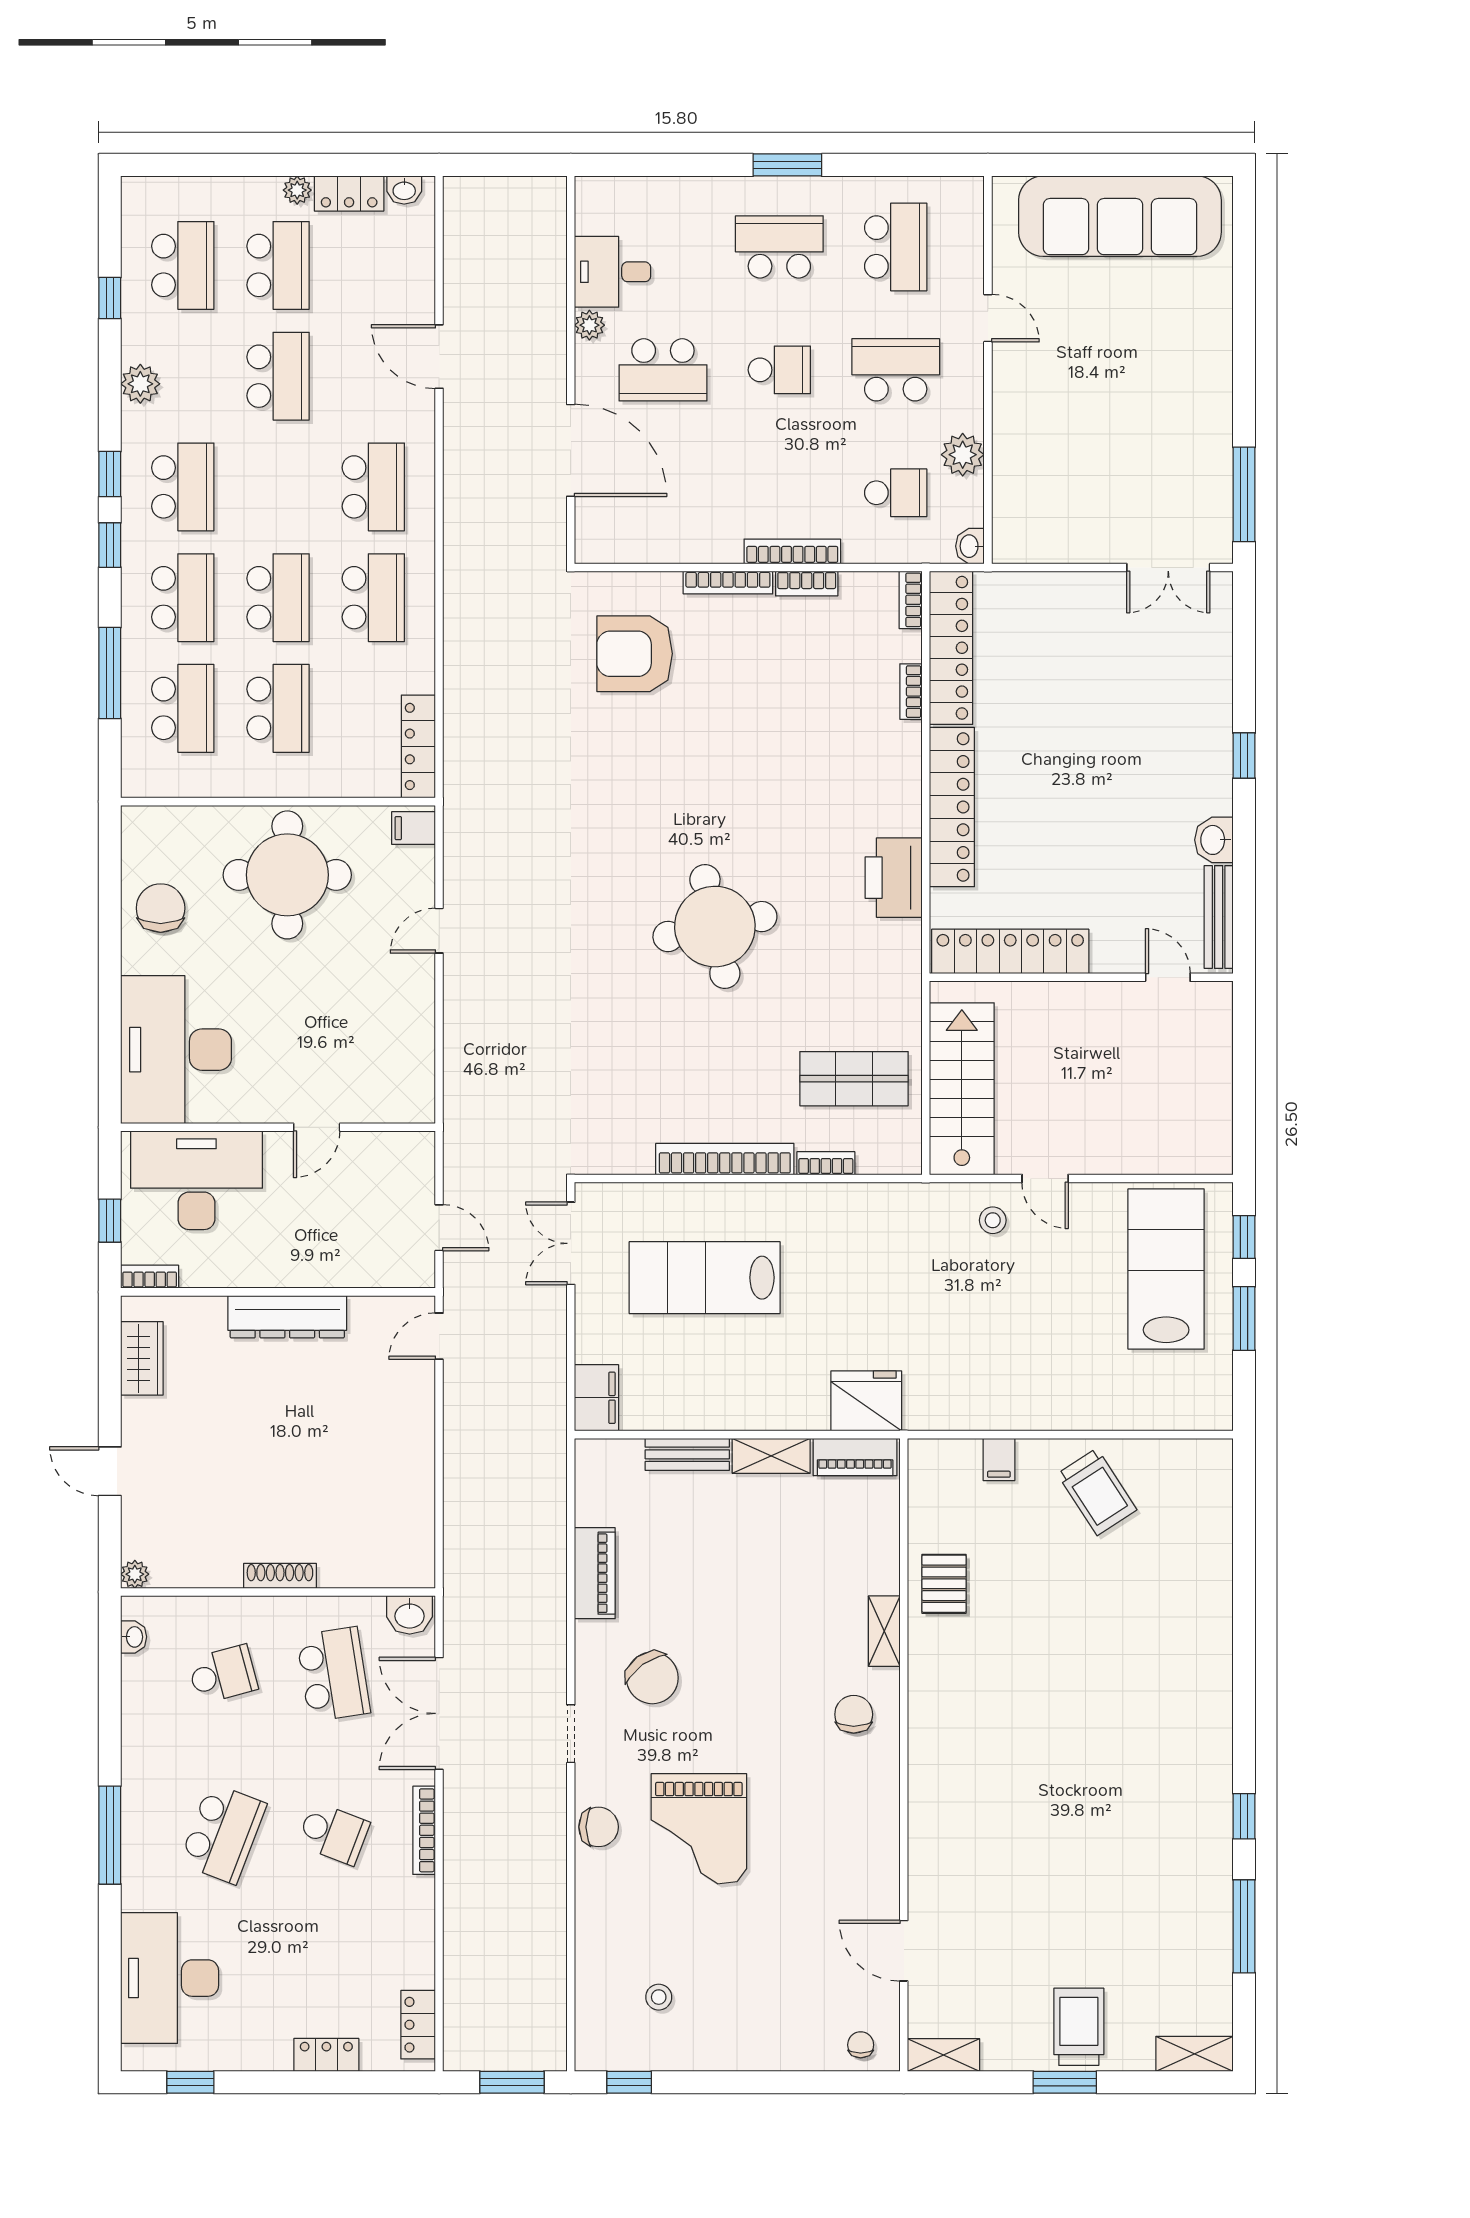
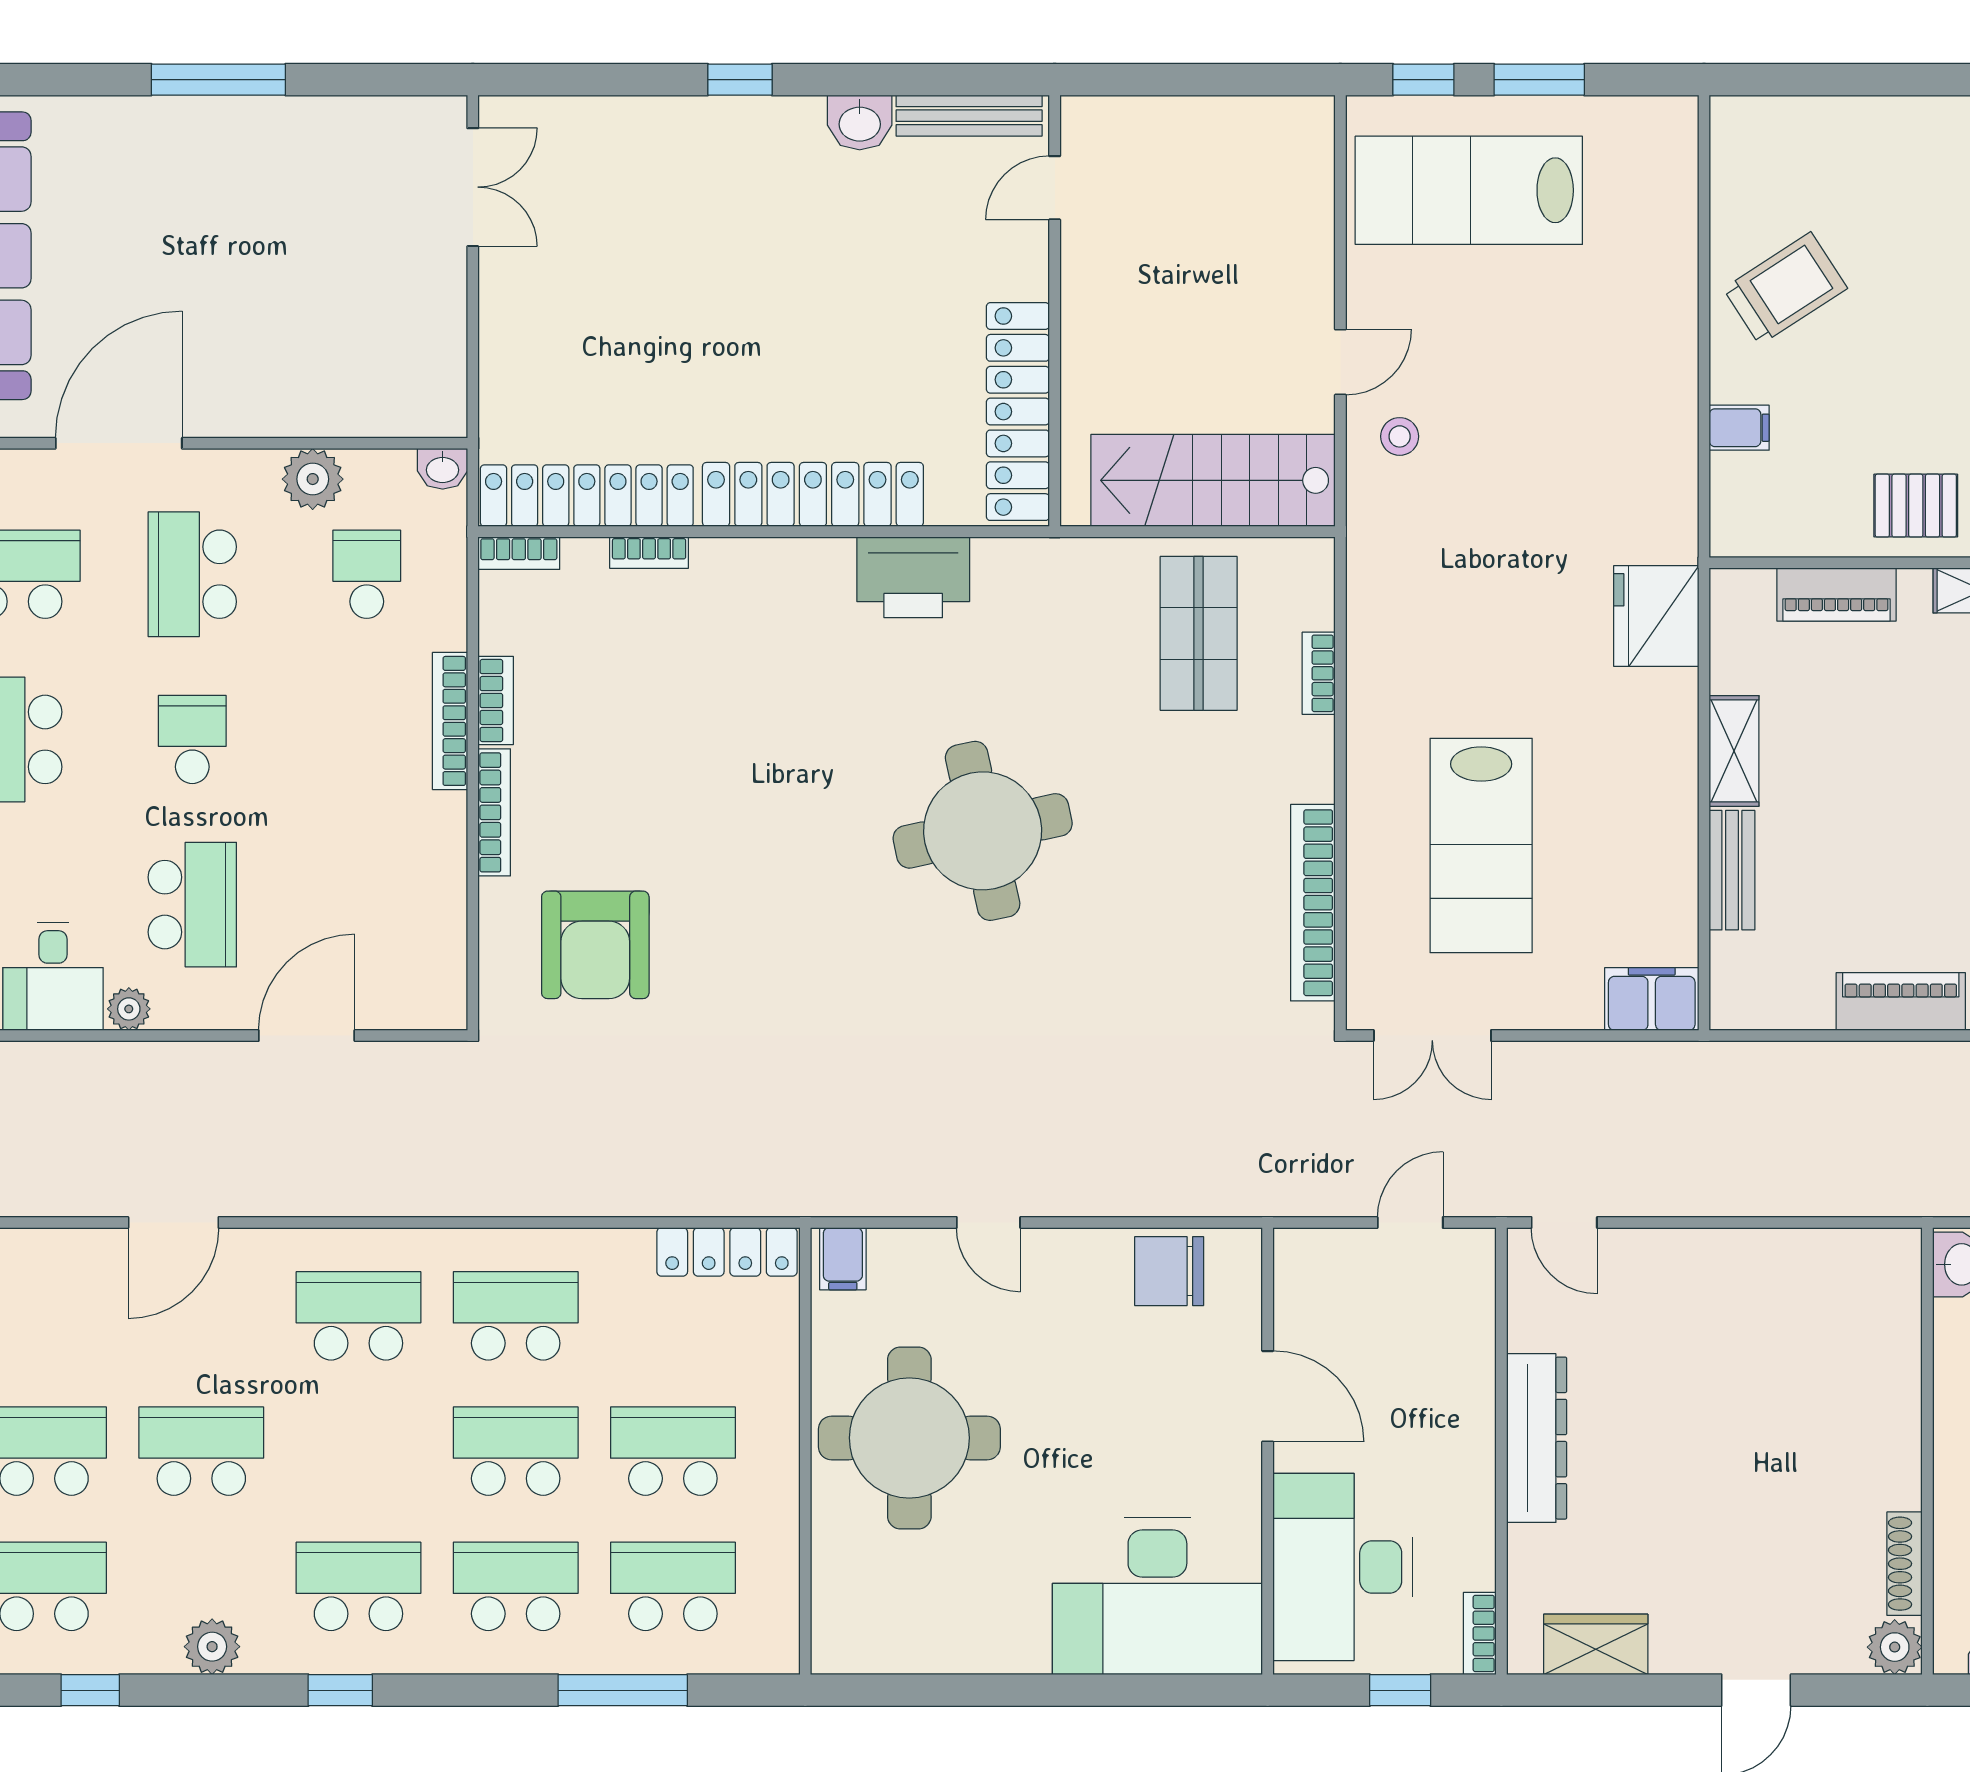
door: (988, 318) -> (119, 443), width x1.88
door: (571, 450) -> (307, 1036), width x0.73
window: (1244, 494) -> (218, 80), moved
window: (110, 545) -> (441, 1690), removed
chair: (161, 908) -> (1169, 1271), moved
door: (317, 1127) -> (1268, 1396), width x1.38
bookcase: (725, 1159) -> (1313, 903), moved
piano: (855, 1457) -> (1837, 595), moved, turned 90
plant: (135, 1574) -> (1895, 1647), width x1.38, depth x1.38
shoe rack: (280, 1576) -> (1905, 1564), moved

